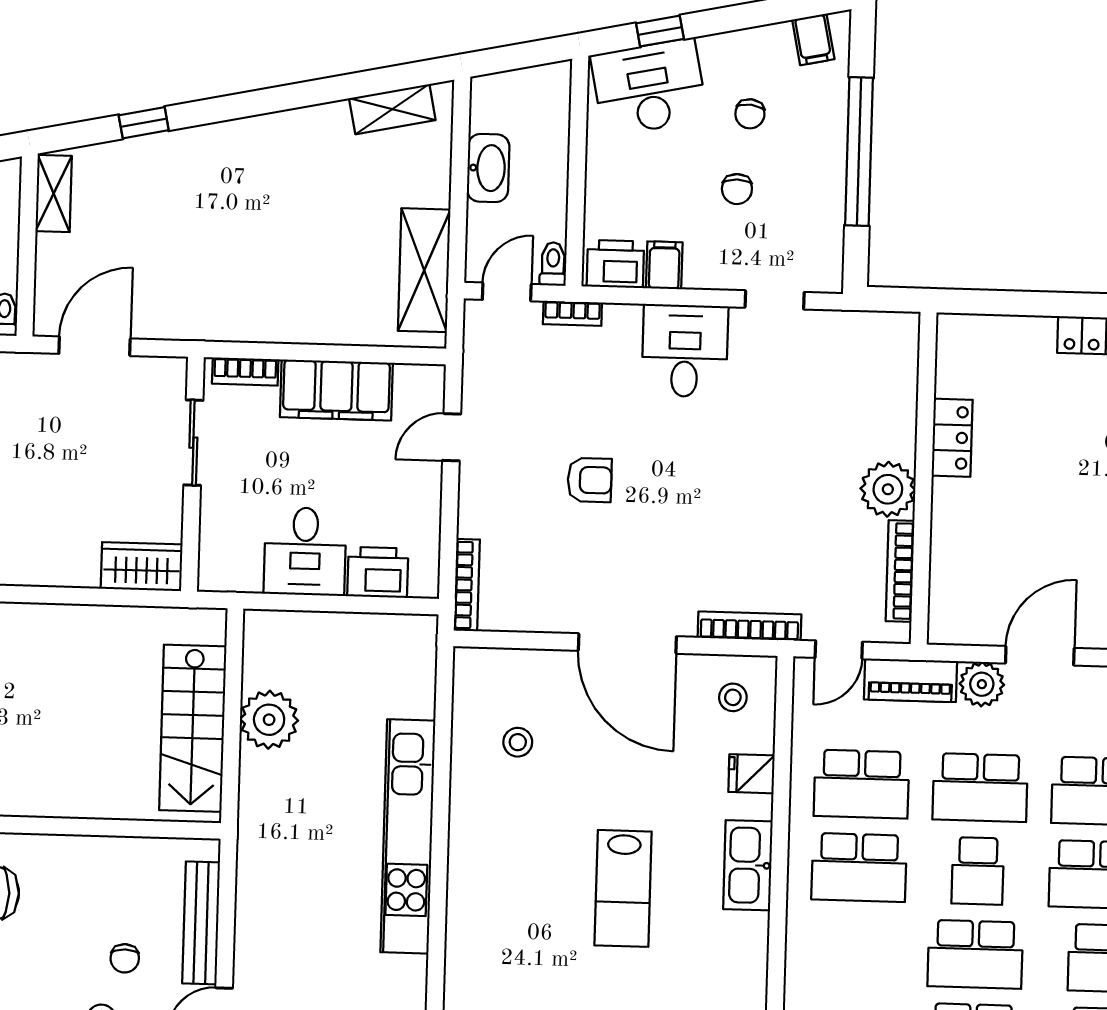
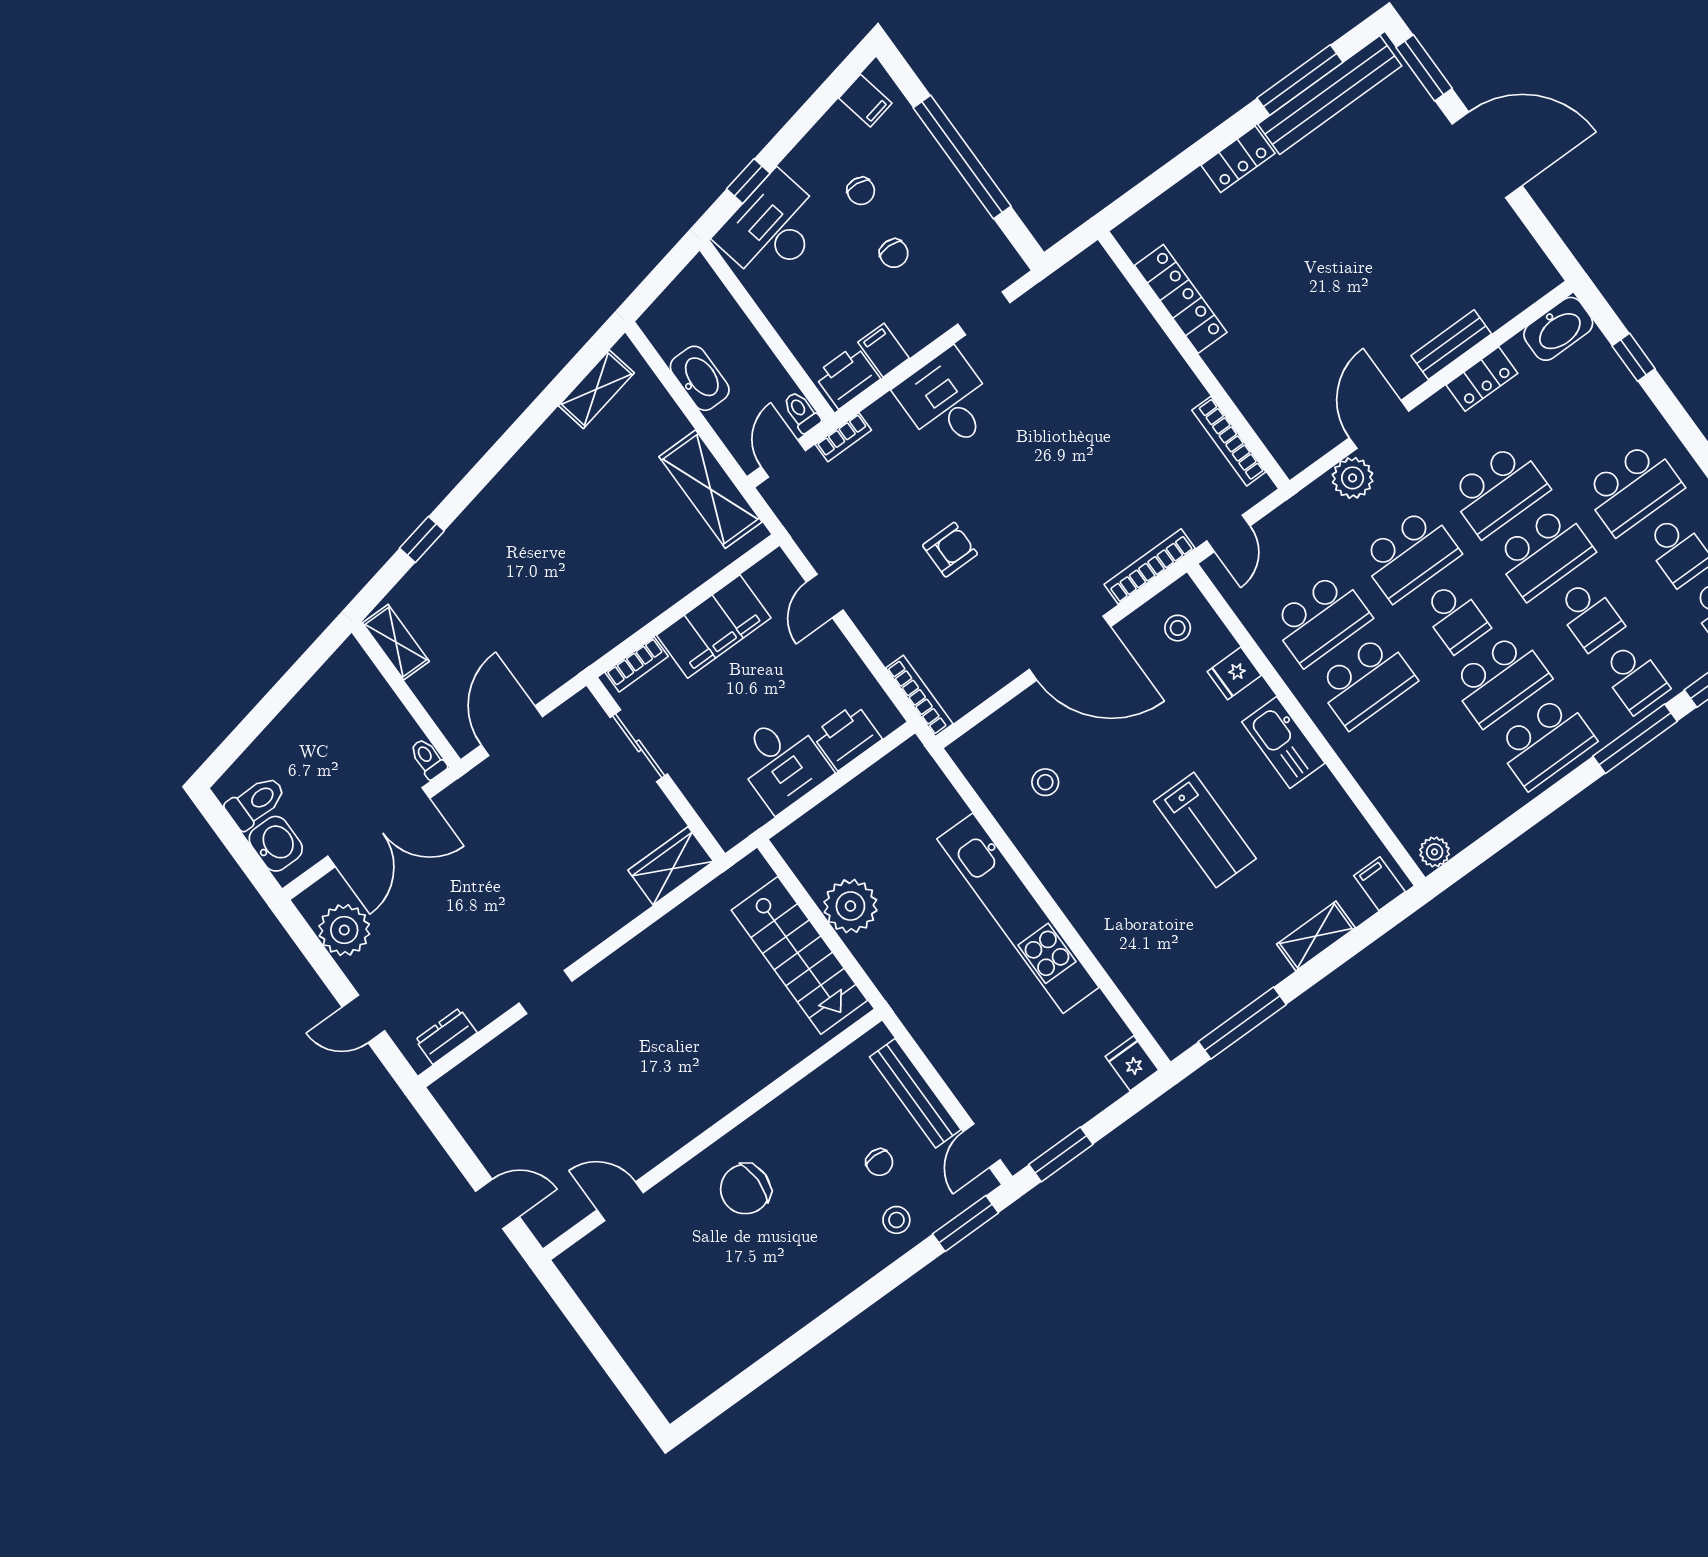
locker: (952, 438) -> (1181, 299), width x1.53
plant: (888, 489) -> (1174, 388), removed
piano: (911, 680) -> (1298, 515), removed

